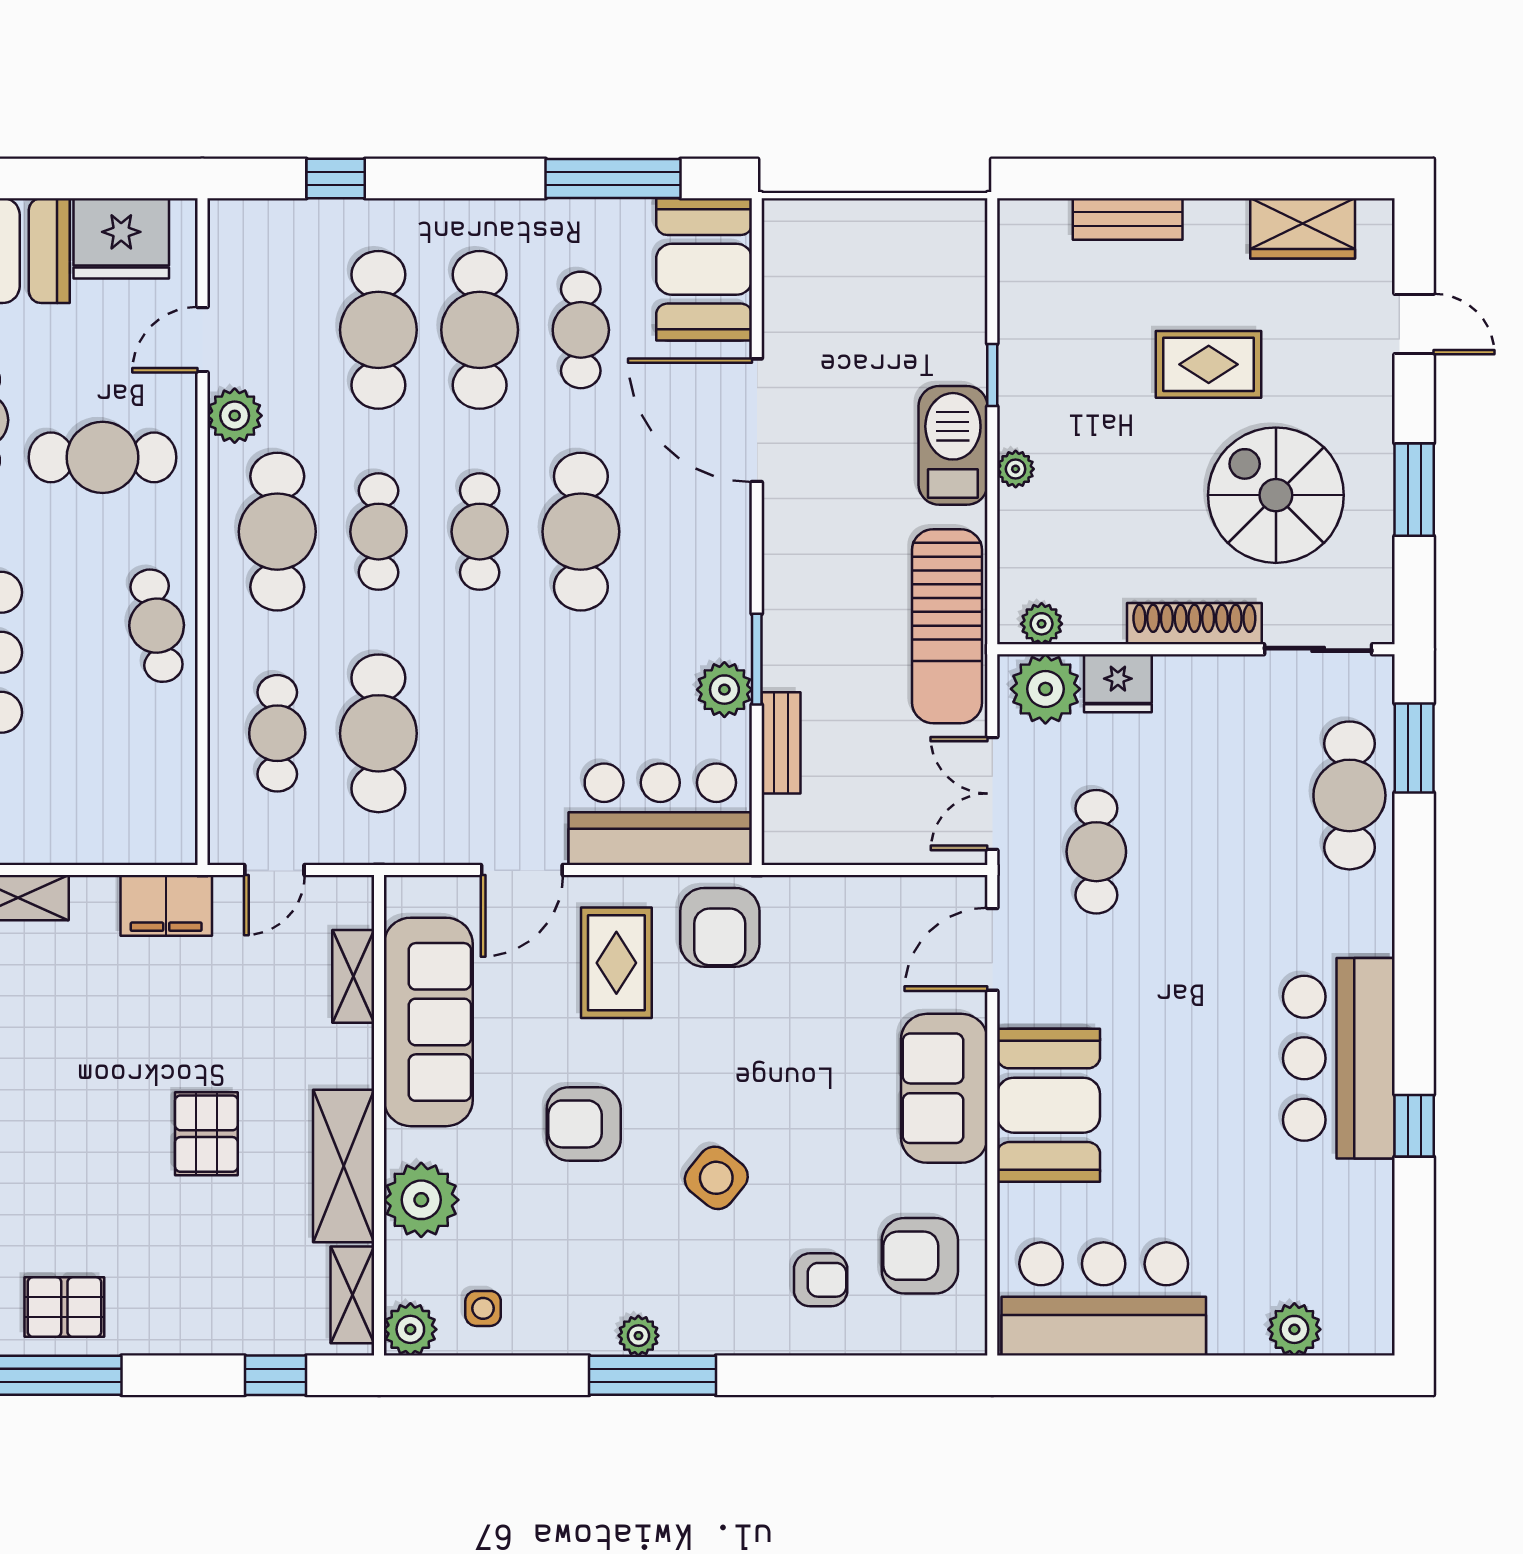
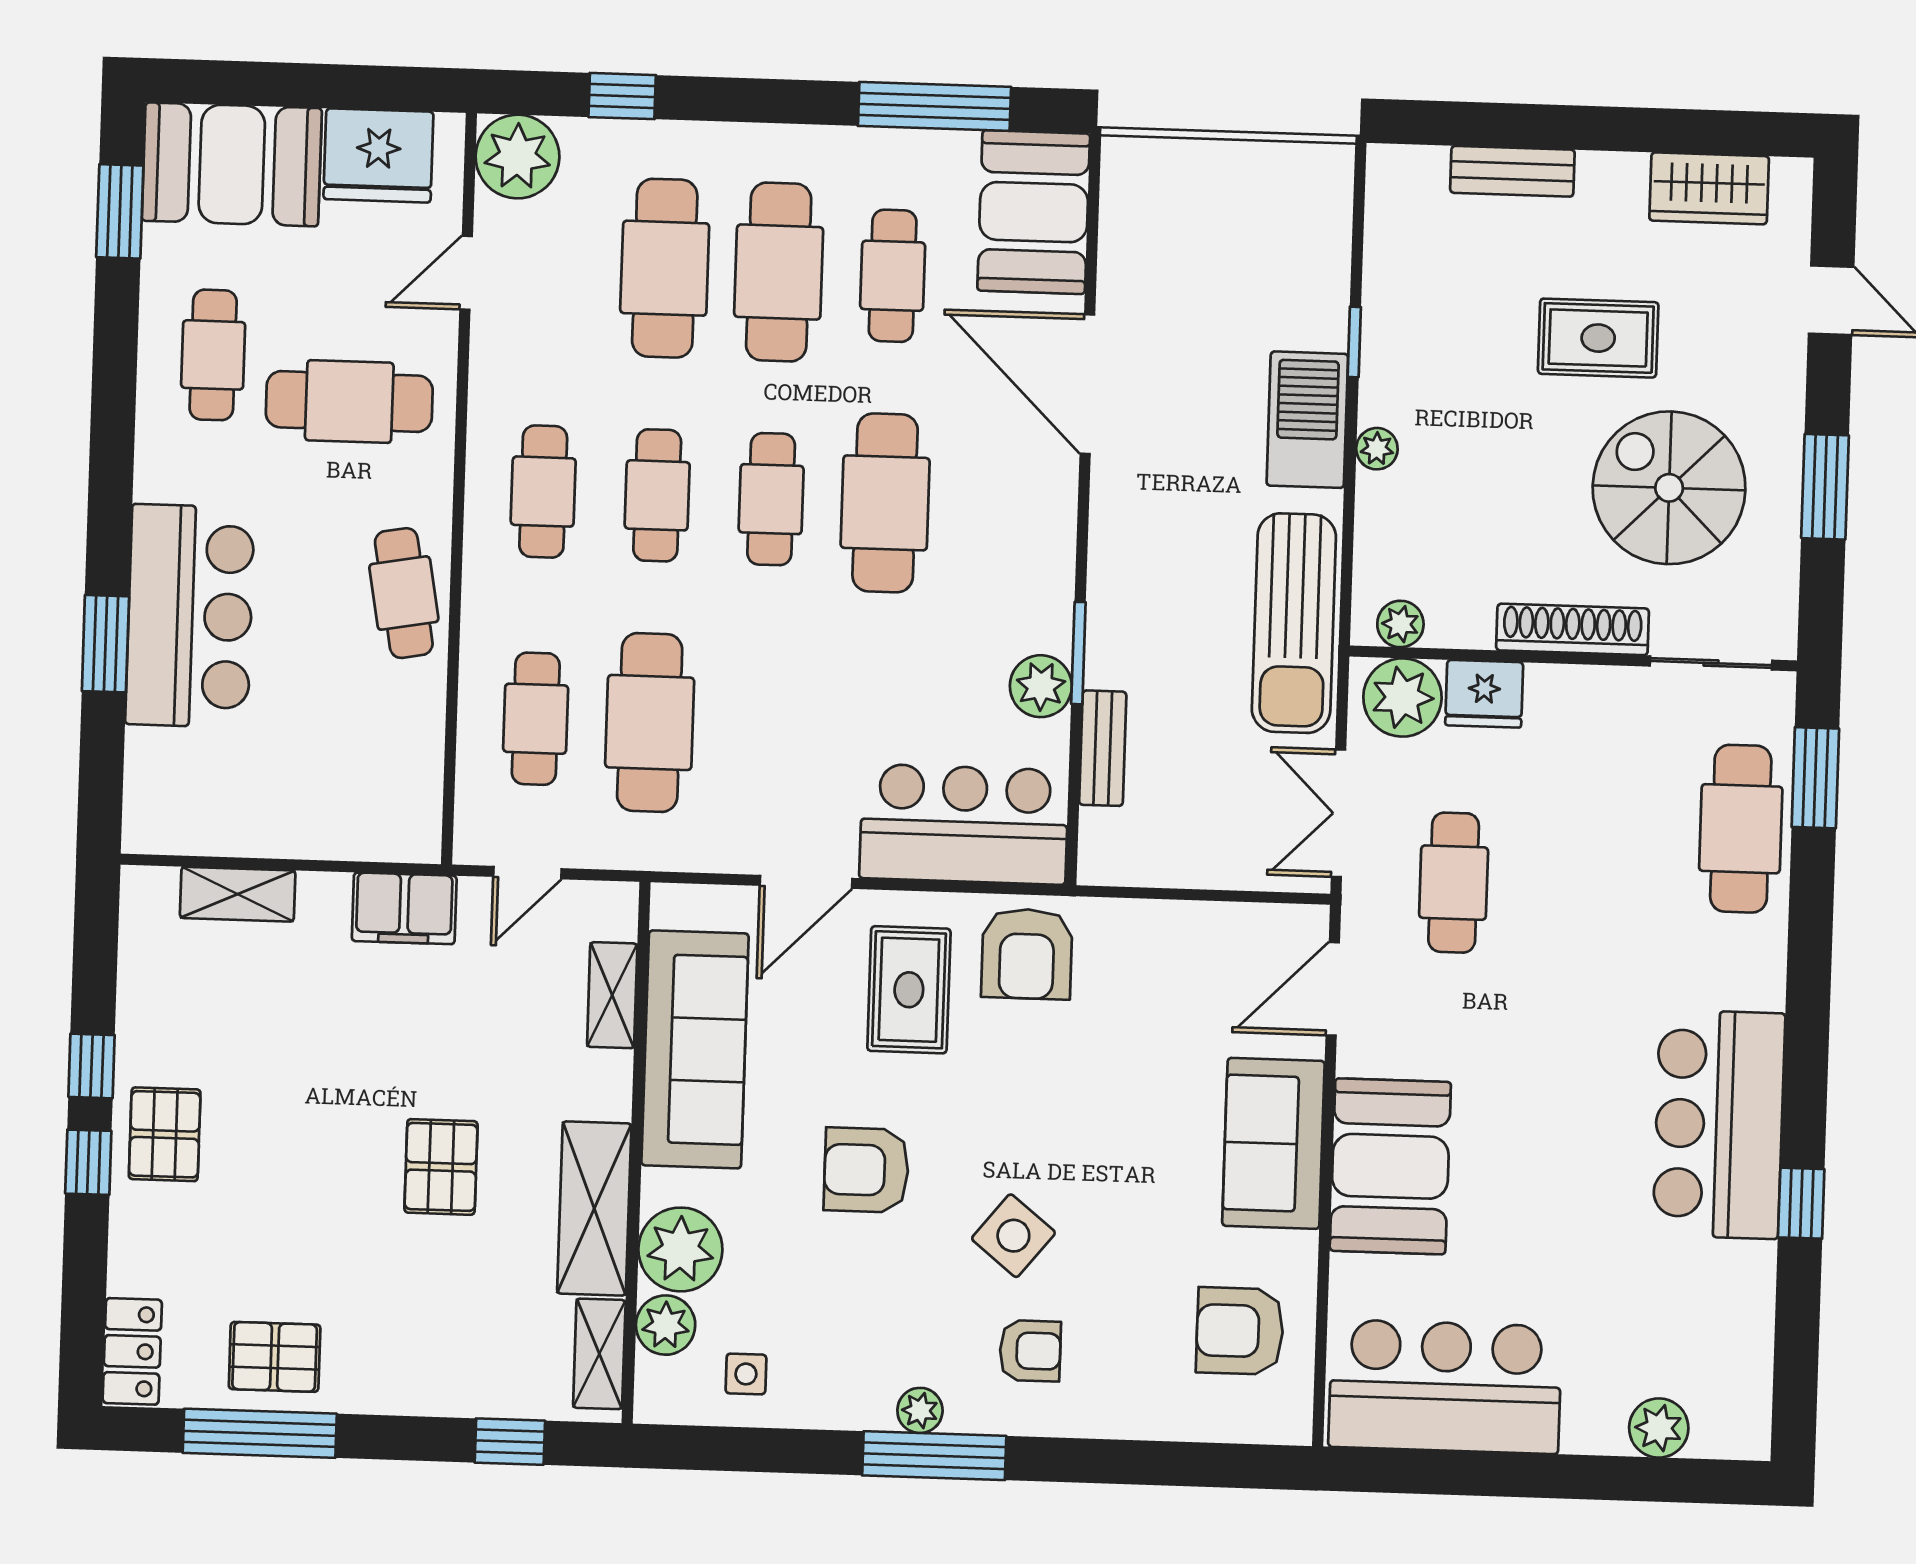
plant: (235, 416) -> (517, 157), moved, width x1.36, depth x1.36
cafe table: (277, 532) -> (543, 492), width x0.73, depth x0.74
armchair: (821, 1280) -> (1030, 1351), moved
plant: (410, 1329) -> (666, 1325), moved

